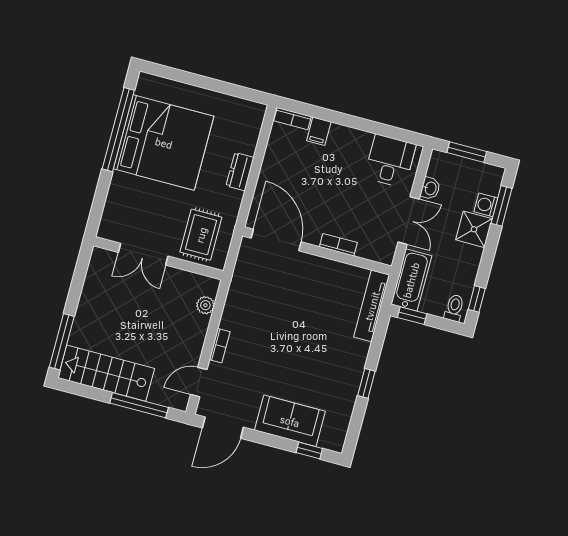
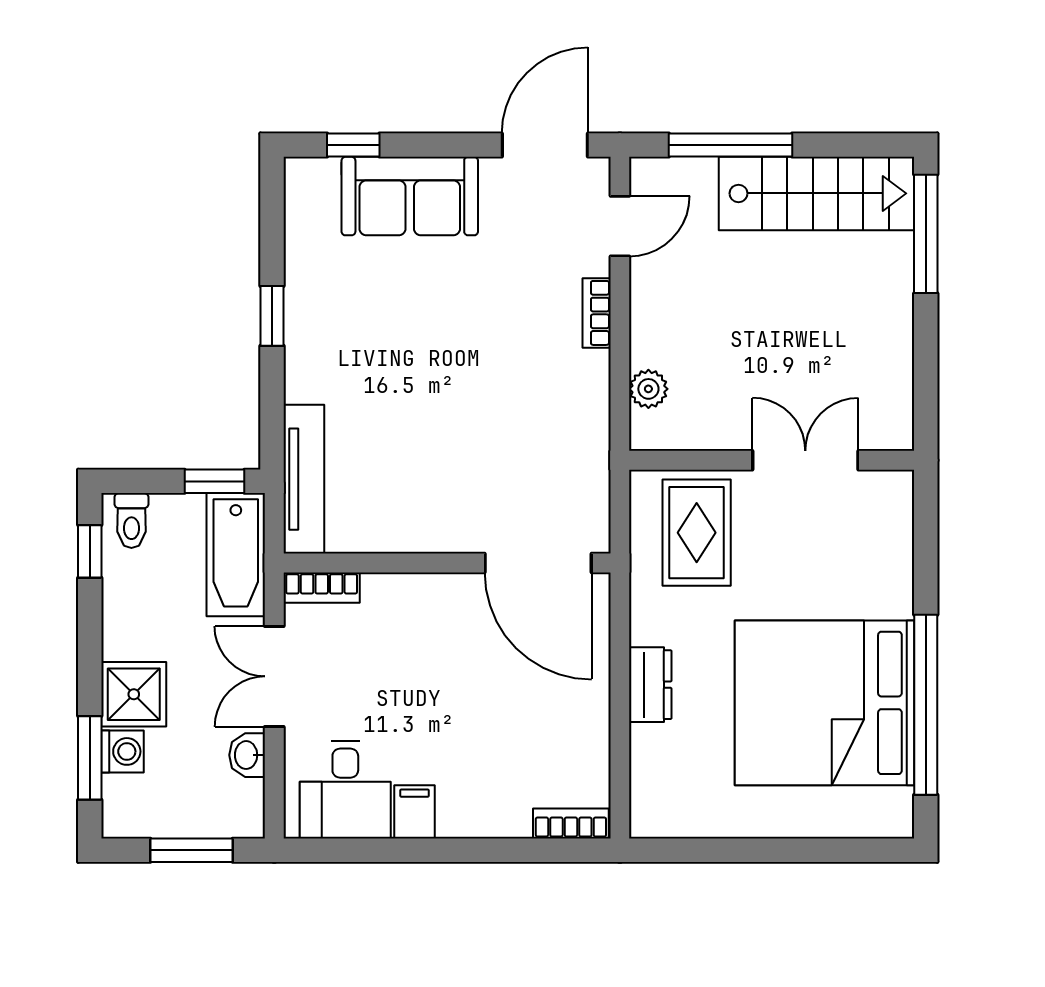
filing cabinet: (319, 131) -> (414, 812), moved
bookcase: (338, 245) -> (322, 588), moved

